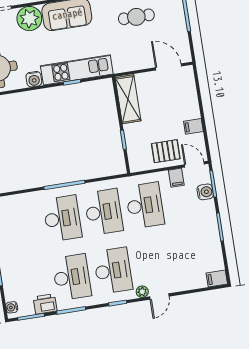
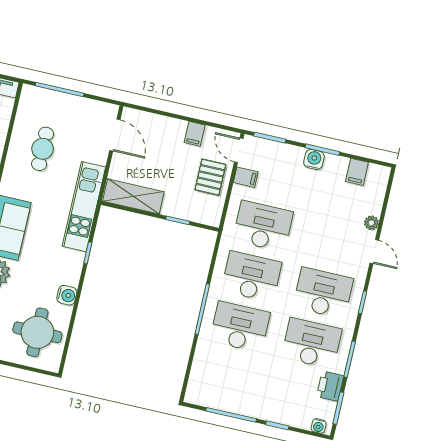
door: (168, 67) -> (115, 135), swing flipped
kitchen unit: (77, 70) -> (84, 207), moved
door: (194, 164) -> (239, 150), hinge flipped
water cooler: (205, 192) -> (314, 159), moved
filing cabinet: (217, 278) -> (357, 172), moved
plant: (142, 292) -> (371, 223), moved

